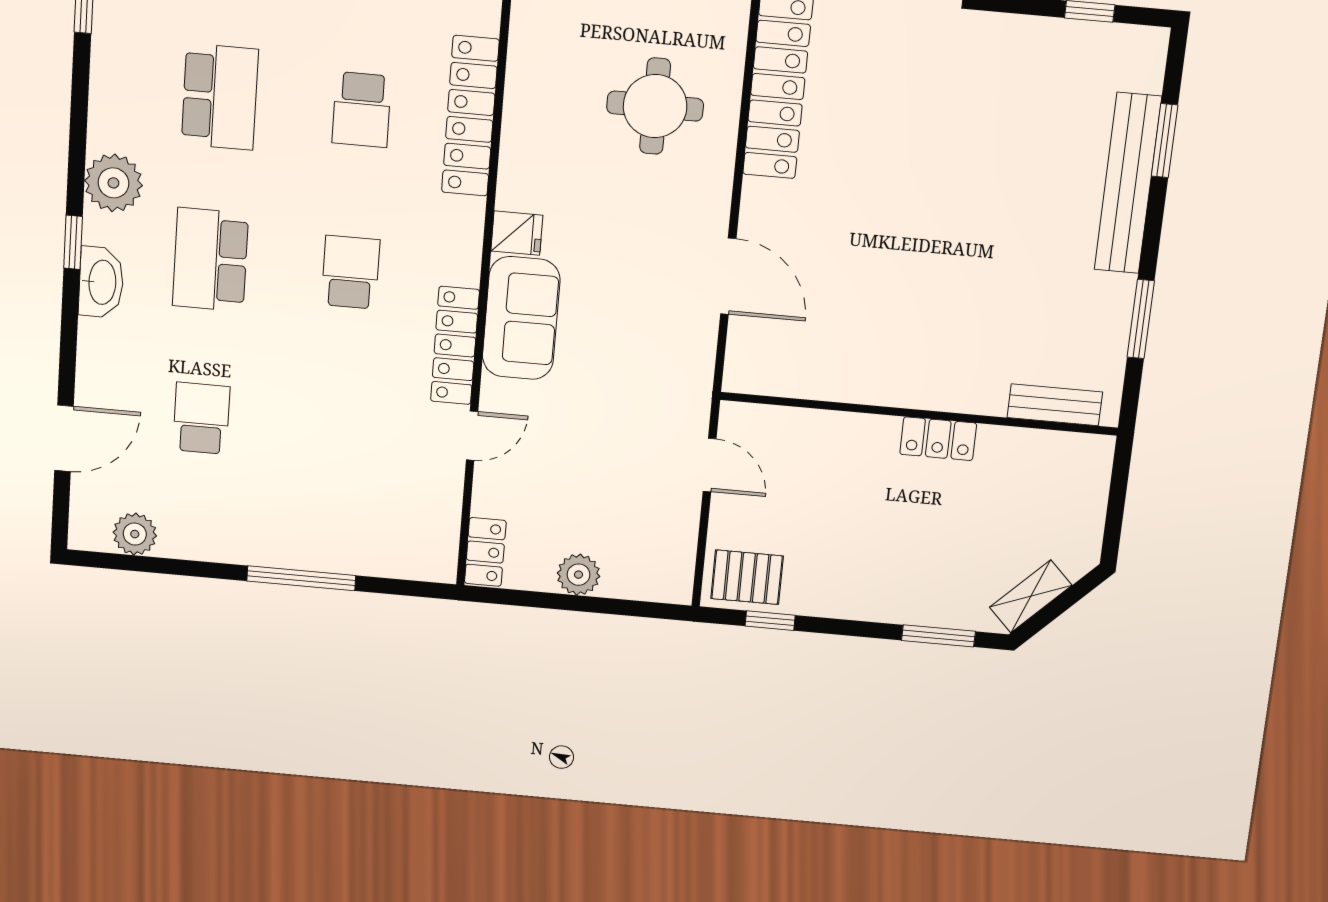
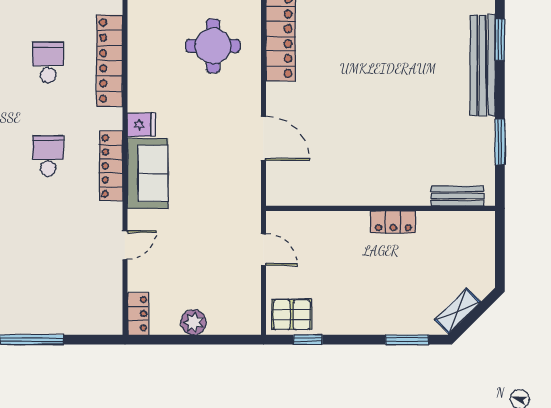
school desk: (362, 110) -> (48, 63), turned 180
locker: (455, 345) -> (111, 166), moved

